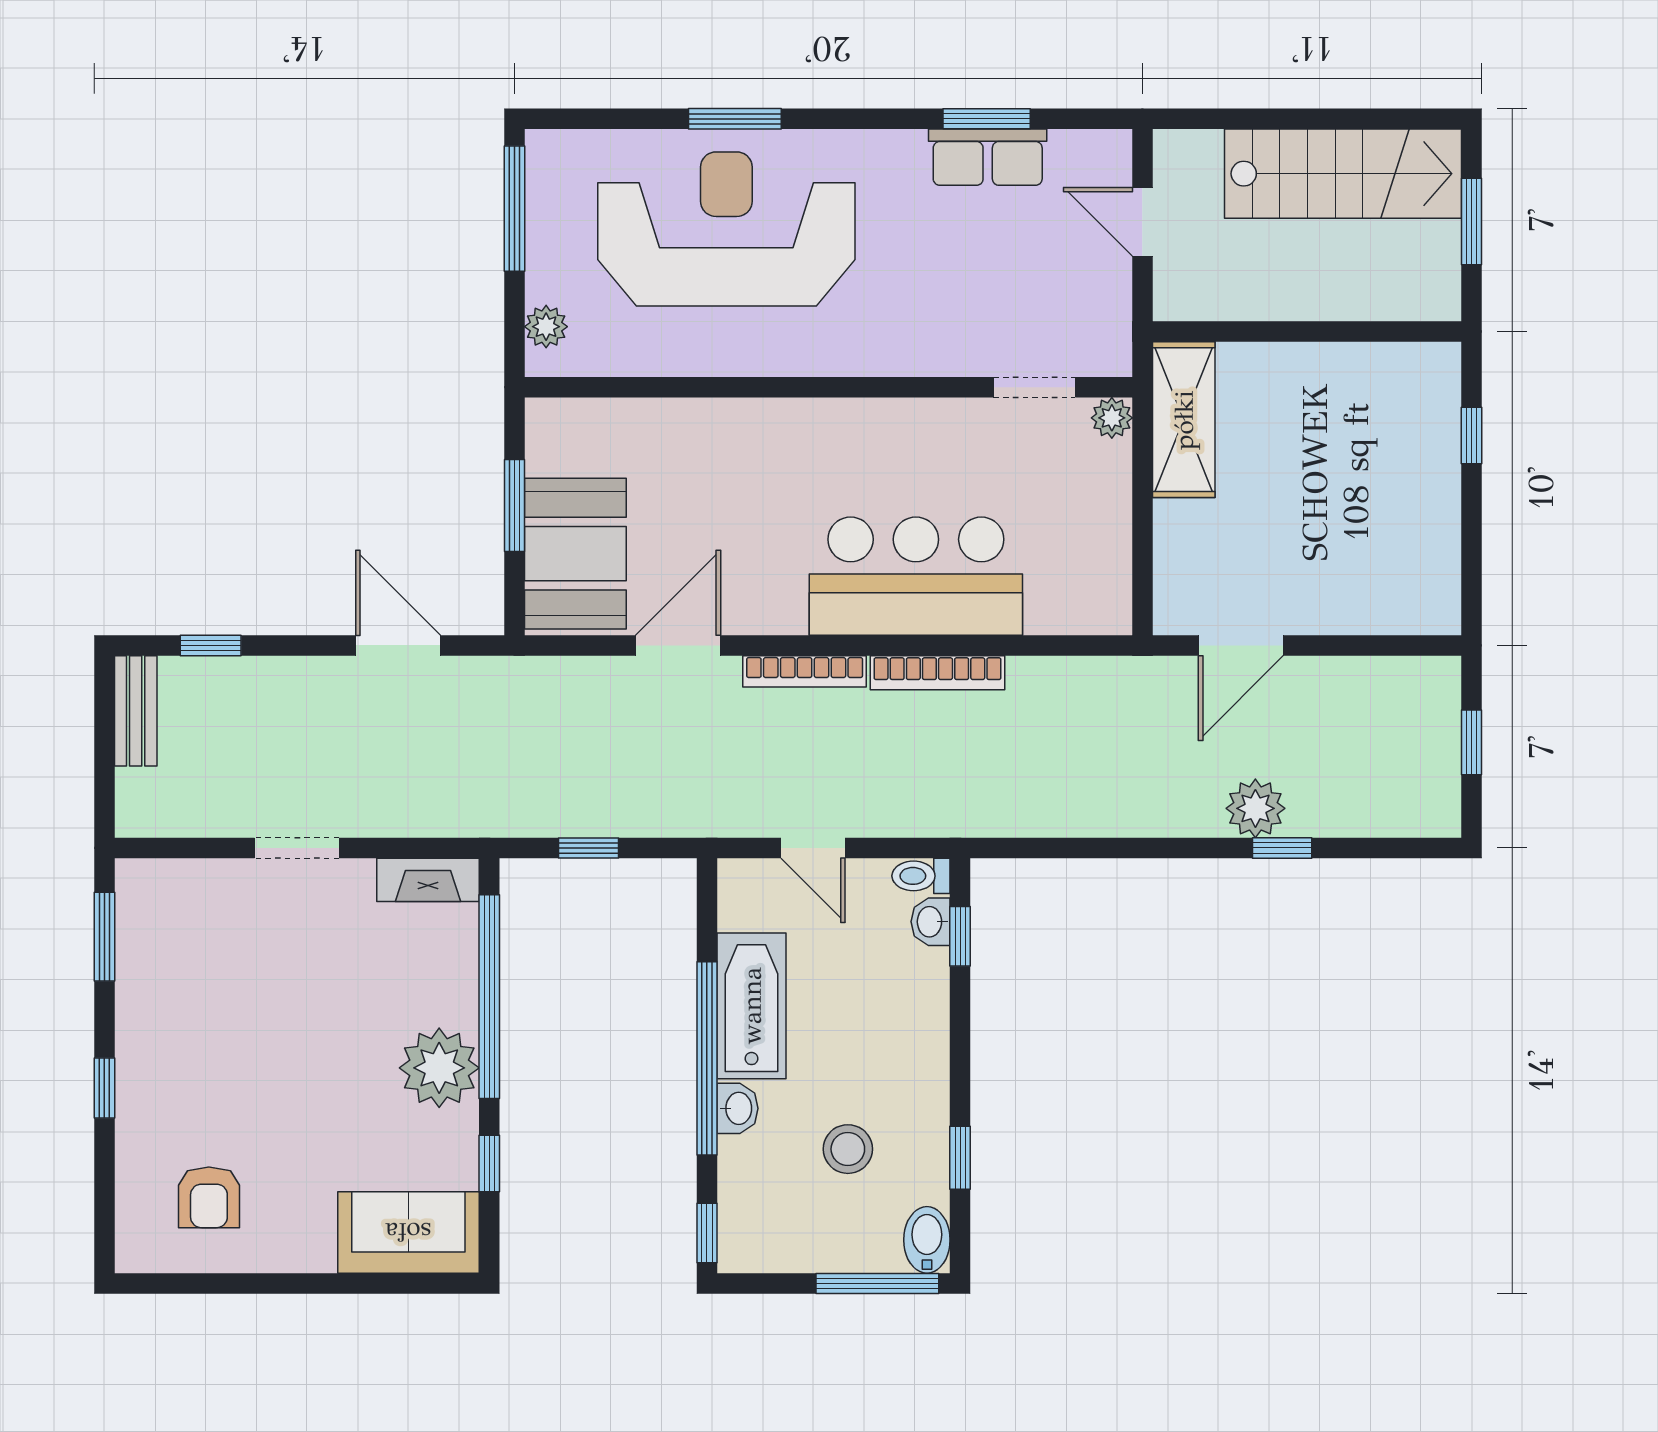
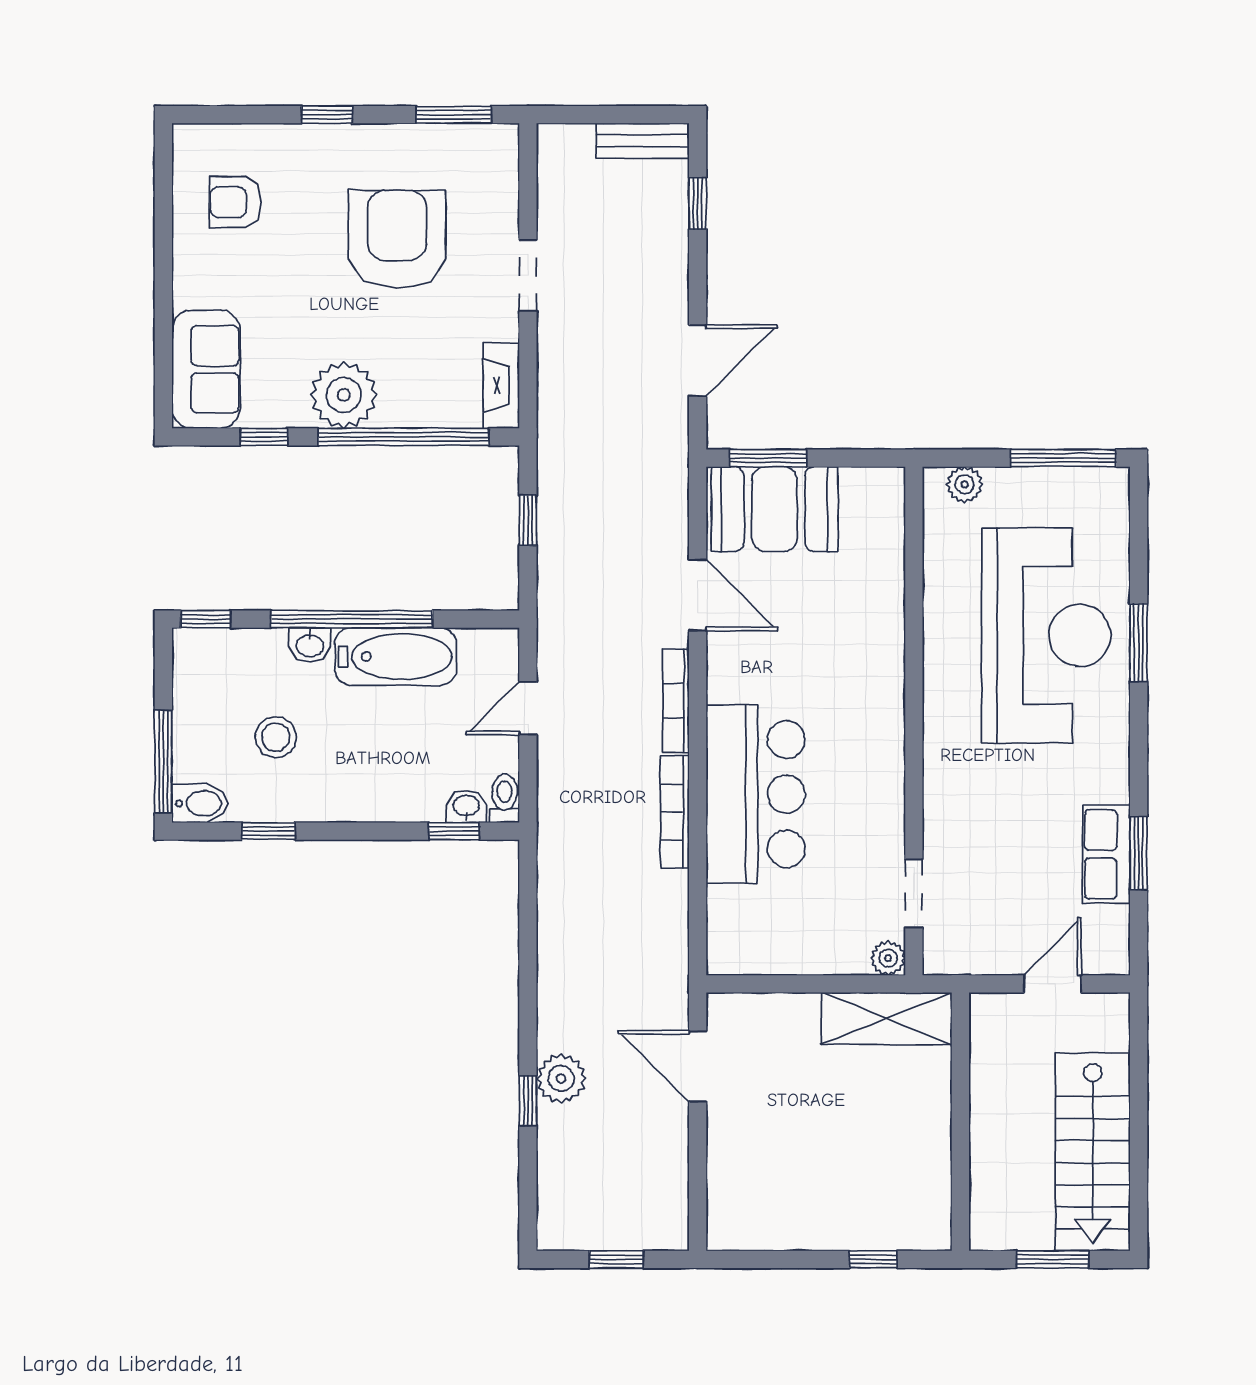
window: (515, 506) -> (768, 458), moved
armchair: (253, 1004) -> (397, 239), added

